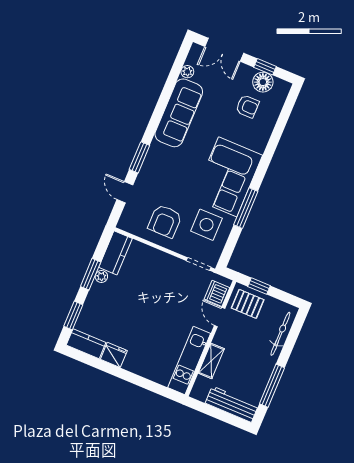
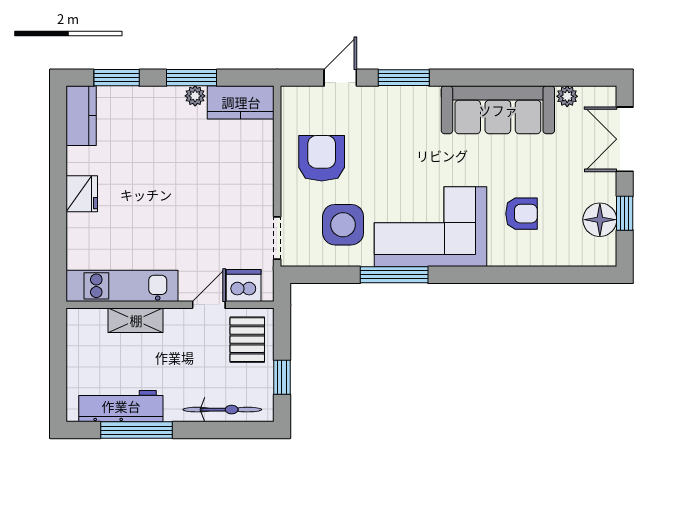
armchair: (247, 106) -> (521, 214), moved, turned -90
armchair: (165, 221) -> (322, 158), turned 90
window: (259, 286) -> (282, 377), moved
fridge: (114, 355) -> (82, 194), moved
workbench: (232, 404) -> (121, 406), moved, turned -90

